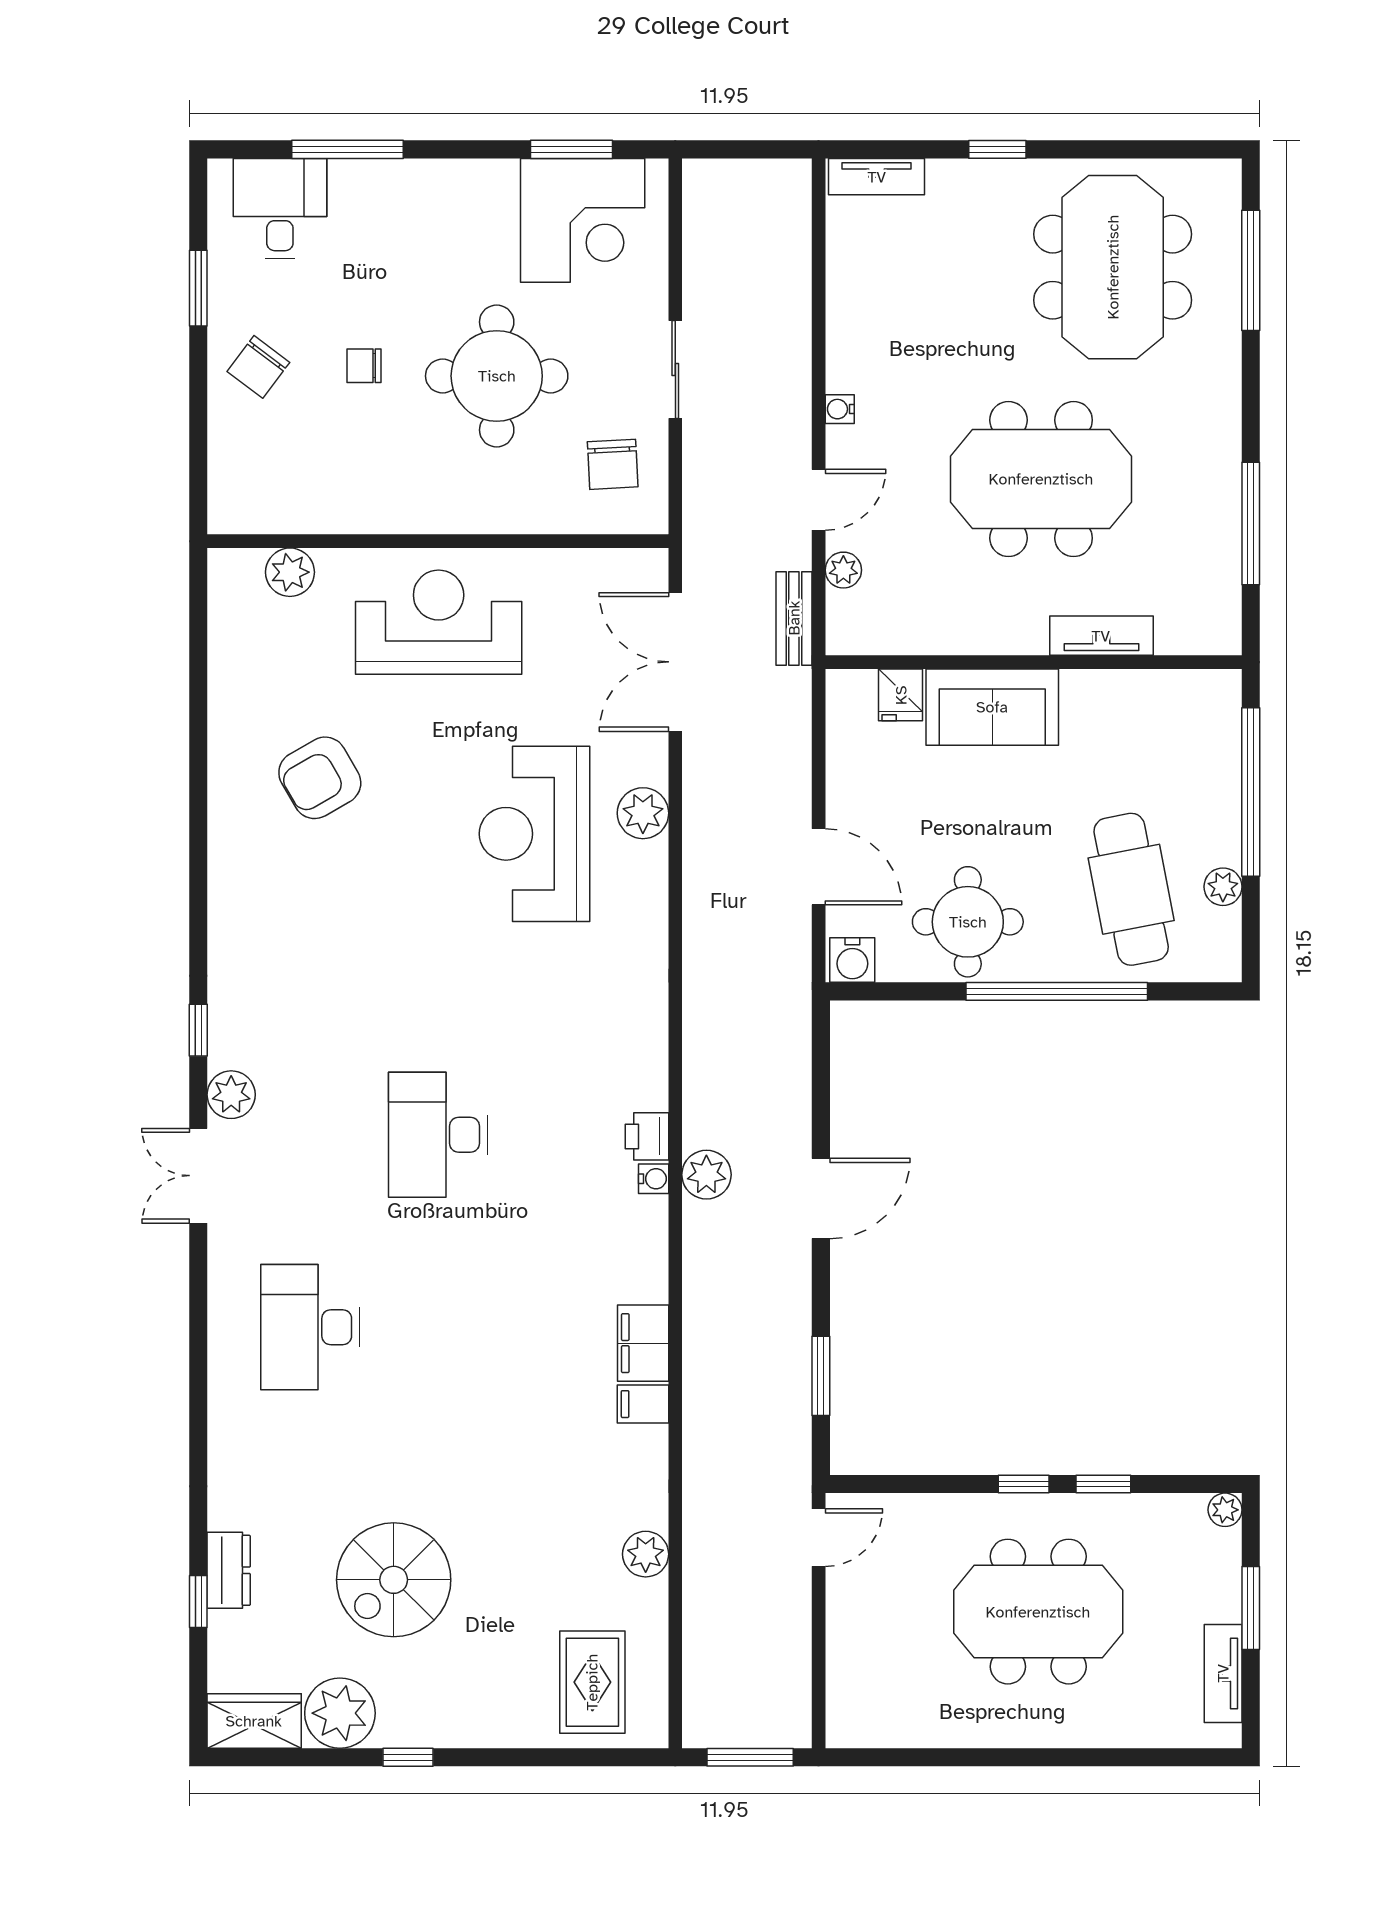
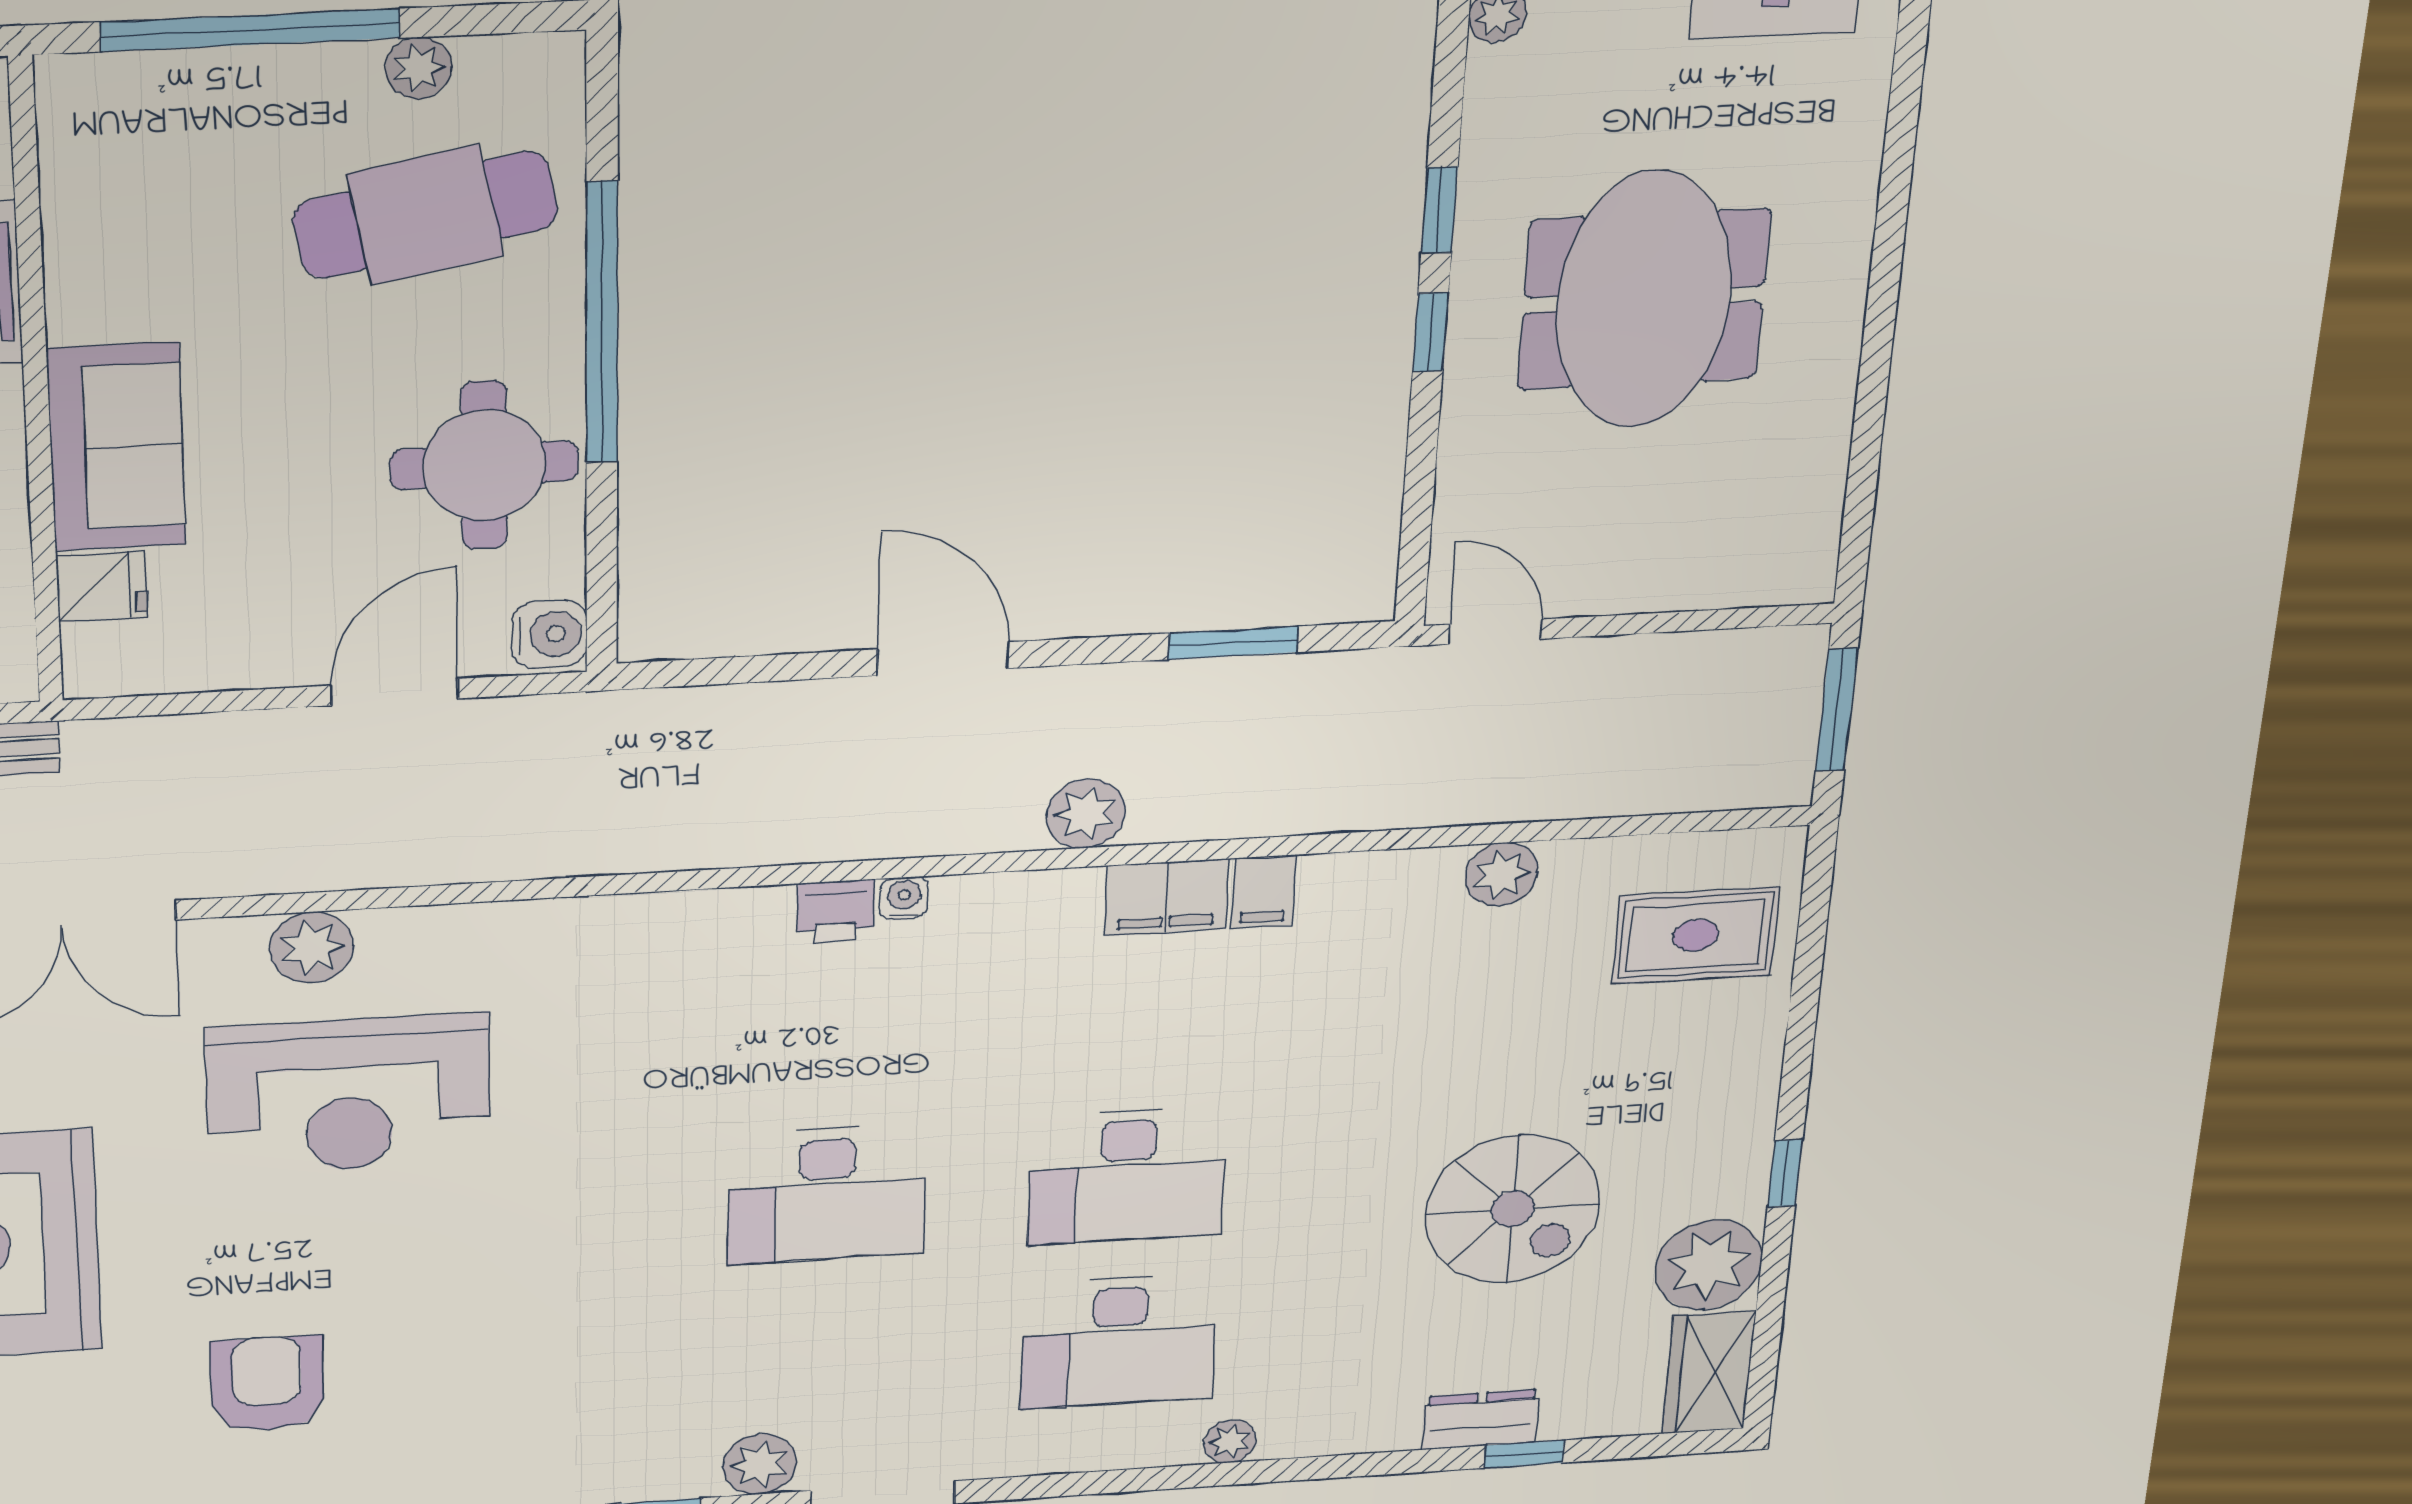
armchair: (320, 778) -> (267, 1384), turned -150
plant: (706, 1175) -> (1086, 814), moved
desk: (438, 1327) -> (1127, 1176), added
plant: (224, 1404) -> (1230, 1441), added

